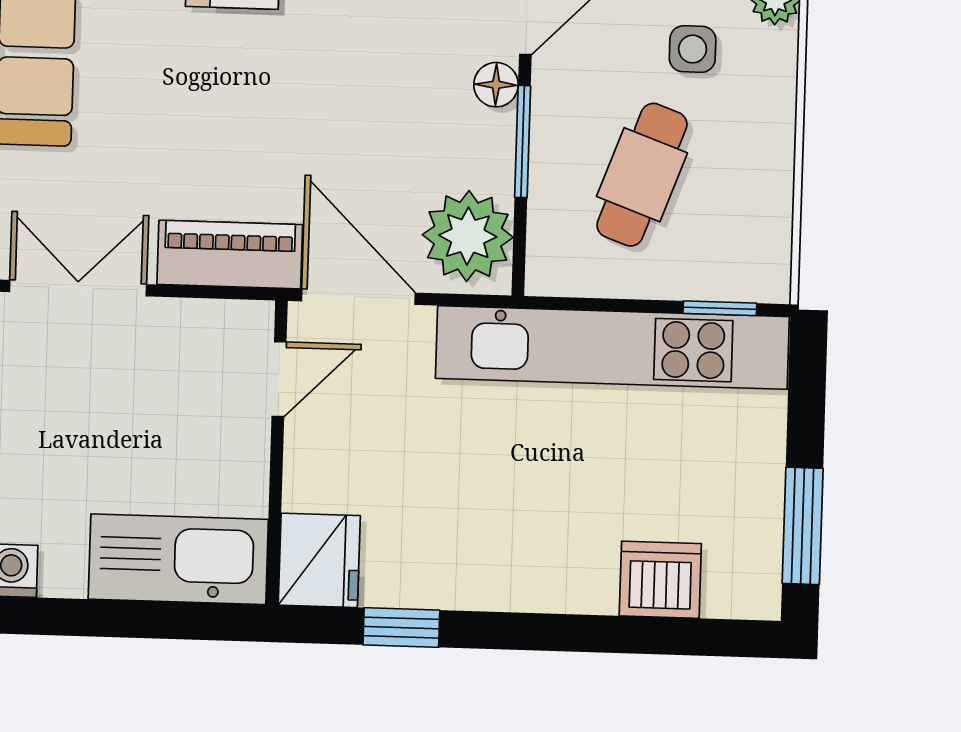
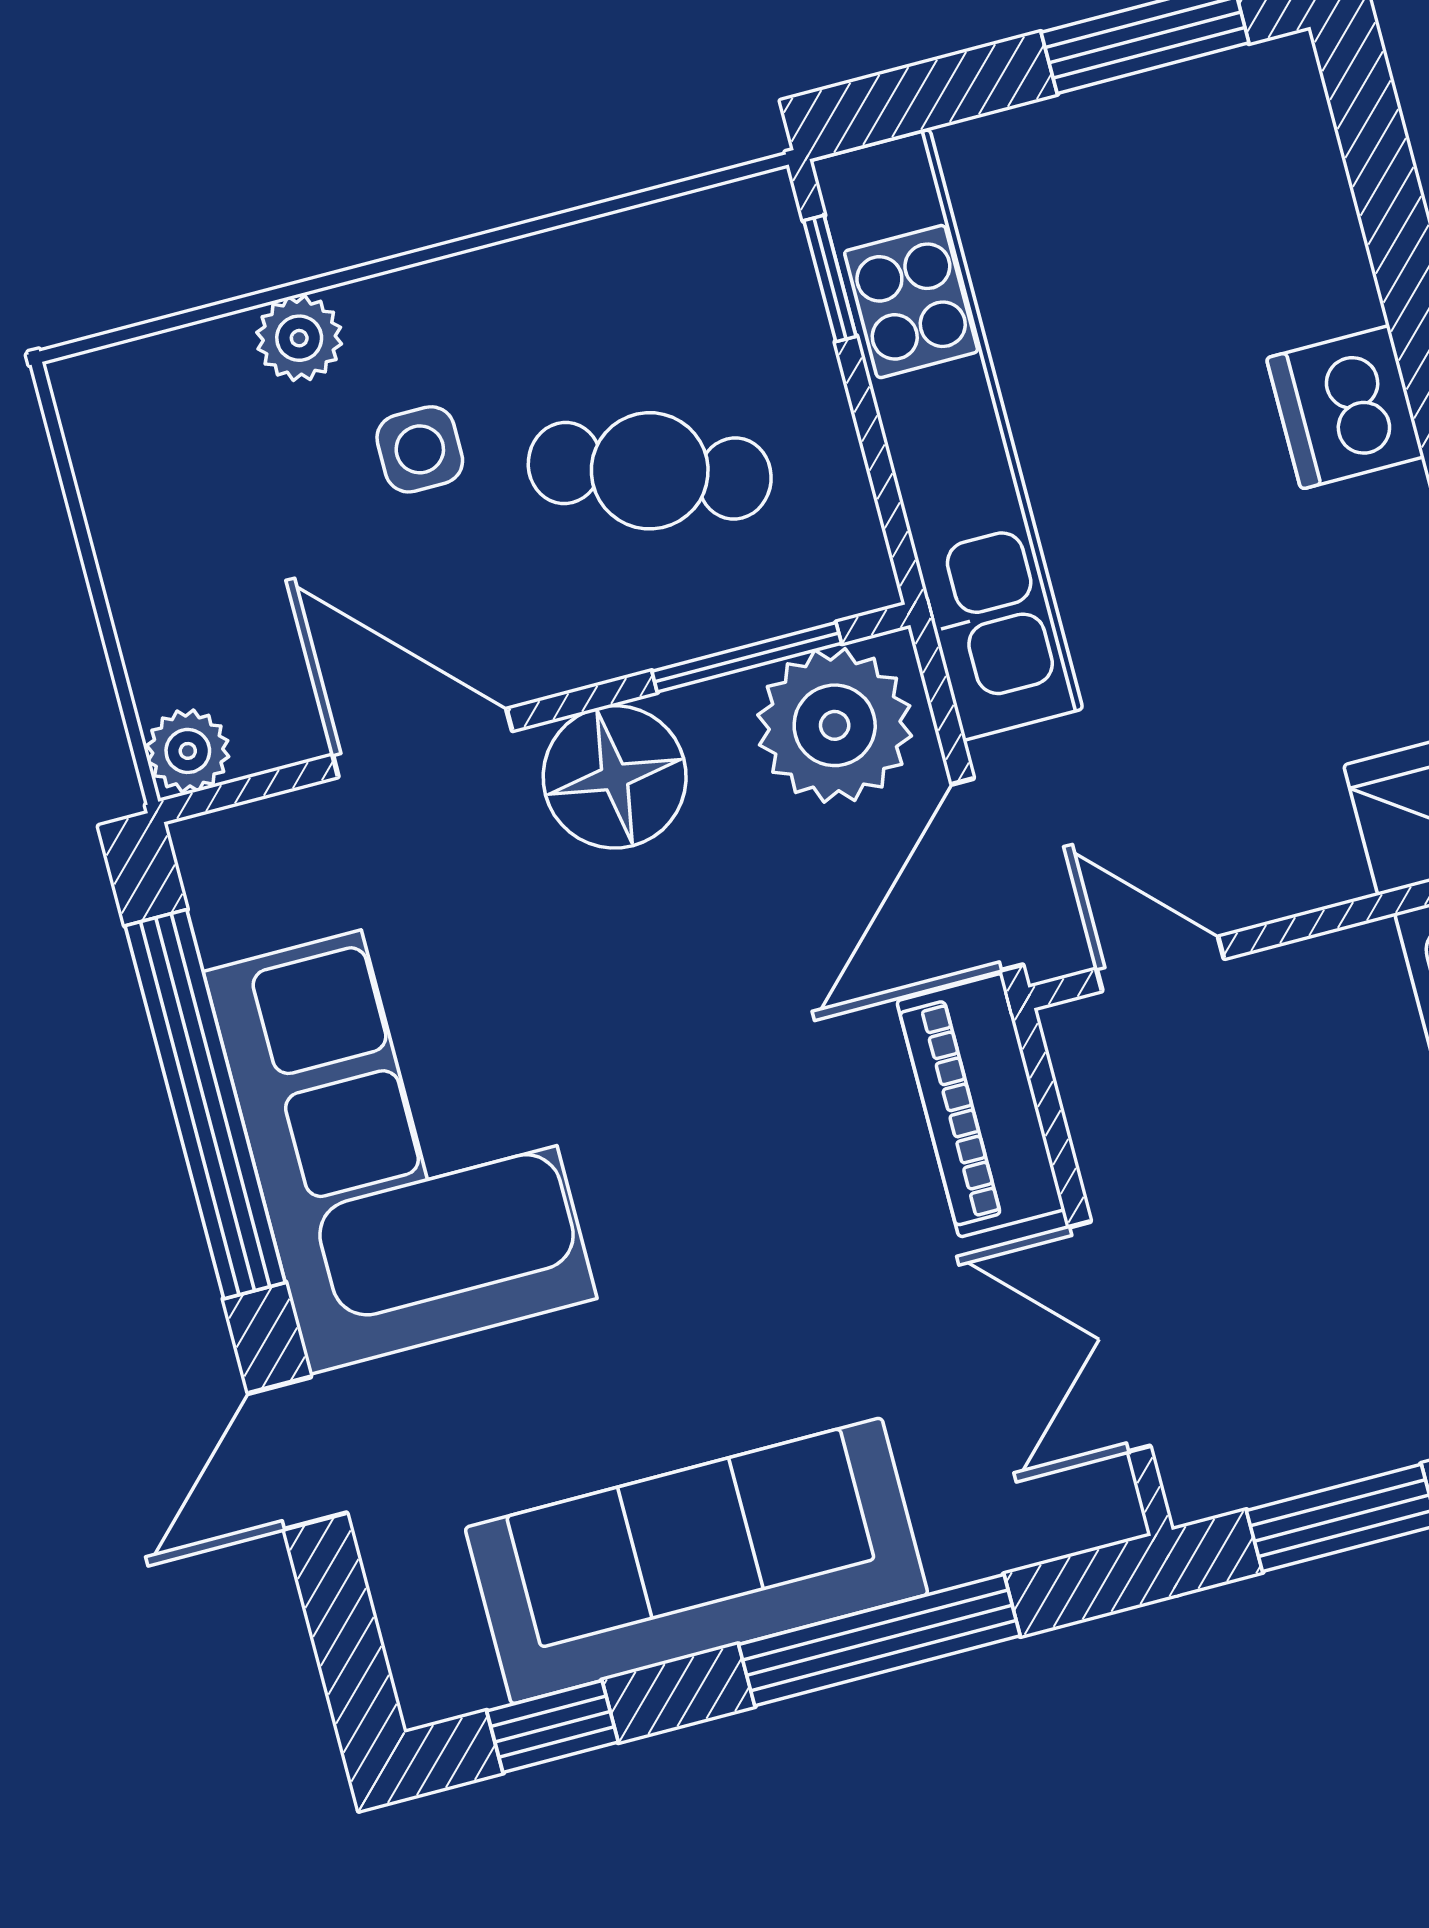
floor lamp: (496, 85) -> (615, 777), width x1.89, depth x1.89
window: (523, 142) -> (747, 657), moved
dishwasher: (660, 580) -> (1345, 407), moved

